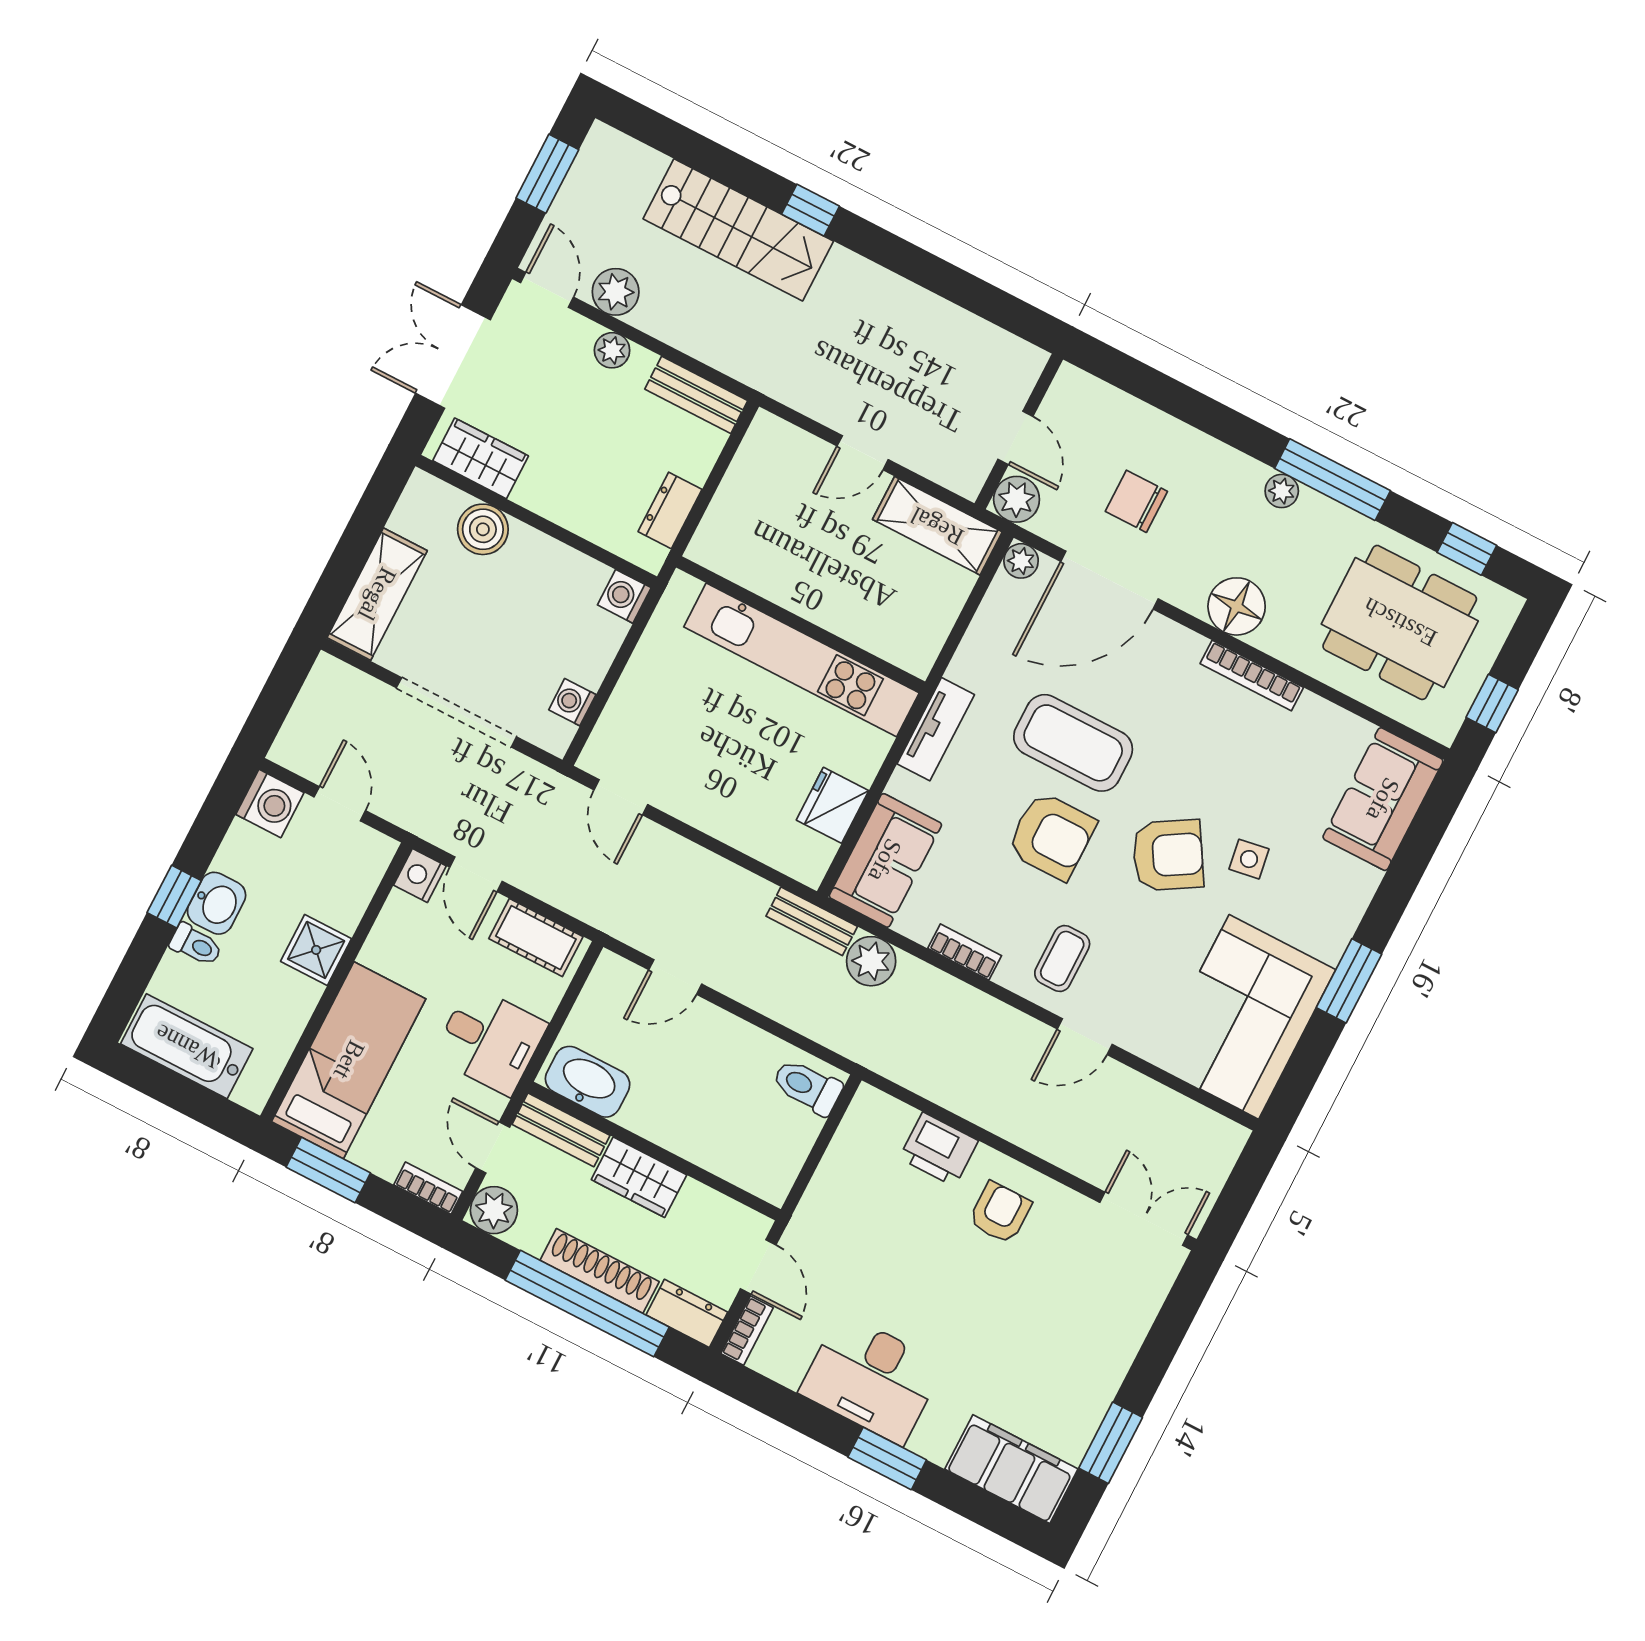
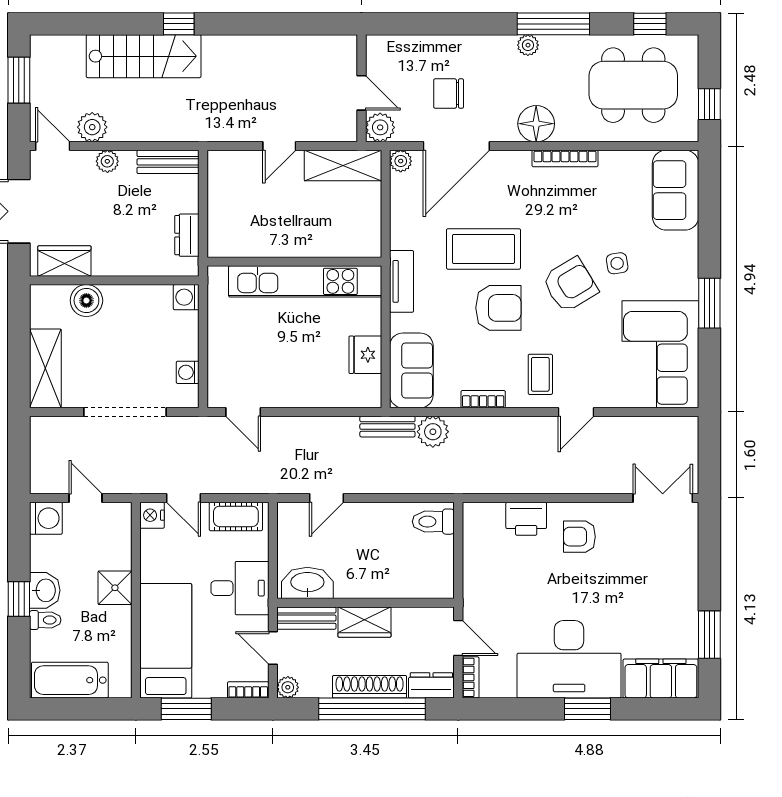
plant: (494, 1210) -> (288, 687), width x0.73, depth x0.73
armchair: (1000, 1213) -> (579, 537), turned -90
desk: (871, 1379) -> (569, 659), width x1.36, depth x1.30

